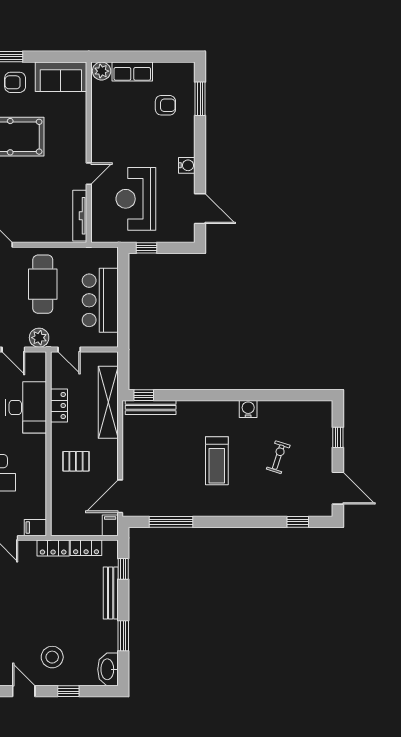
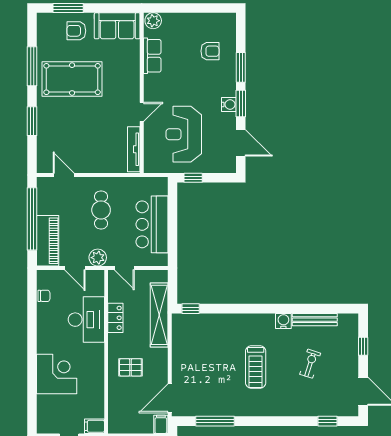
row of seats: (132, 72) -> (152, 56), moved, turned -90
window: (200, 99) -> (241, 67), moved
window: (200, 164) -> (241, 103), added
cafe table: (43, 284) -> (101, 210), width x0.73, depth x0.74
bench: (151, 407) -> (315, 320), moved

